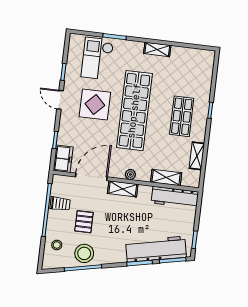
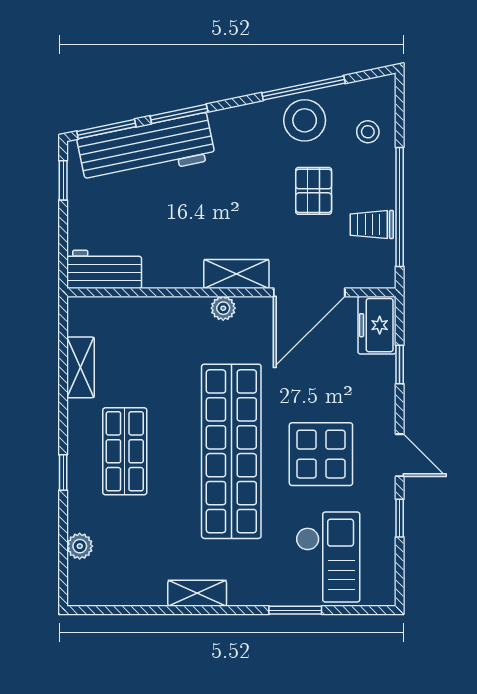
plant: (207, 77) -> (80, 546), added
shelving: (166, 178) -> (143, 311), removed
workbench: (175, 197) -> (104, 269), width x0.73

